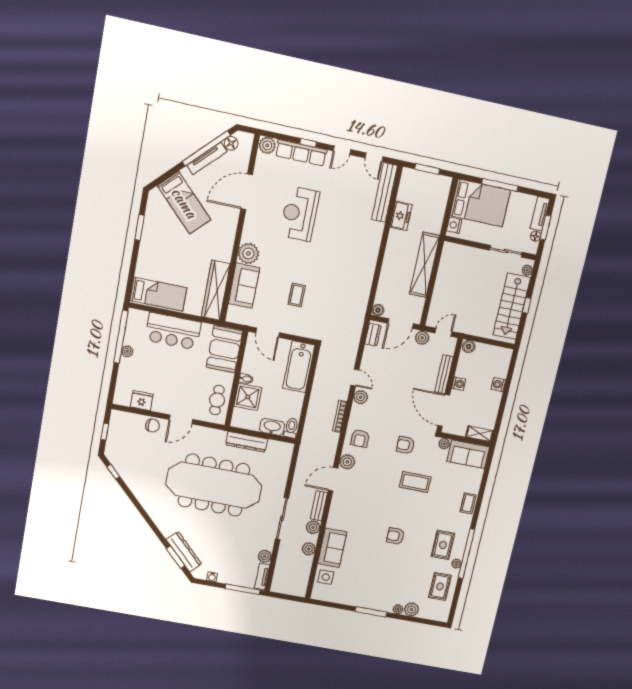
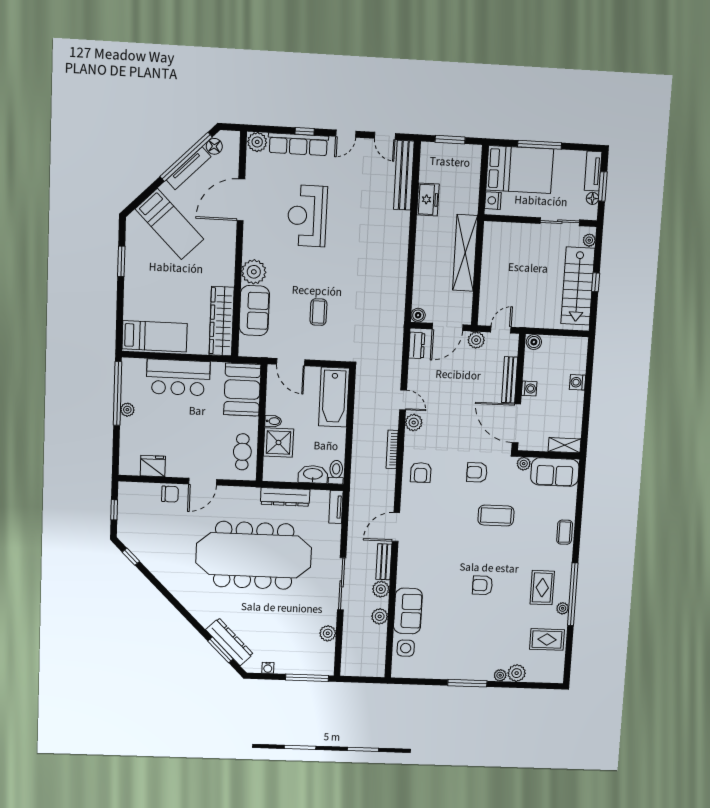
plant: (347, 462) -> (410, 503), removed
tv unit: (262, 576) -> (336, 507), moved
rug: (440, 586) -> (547, 639), turned 90

